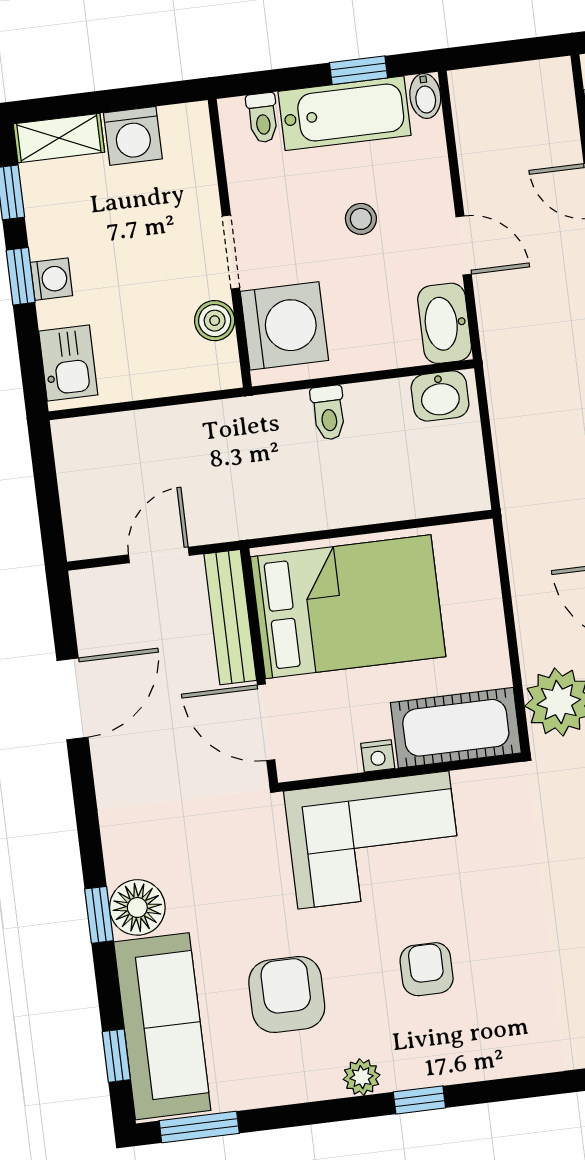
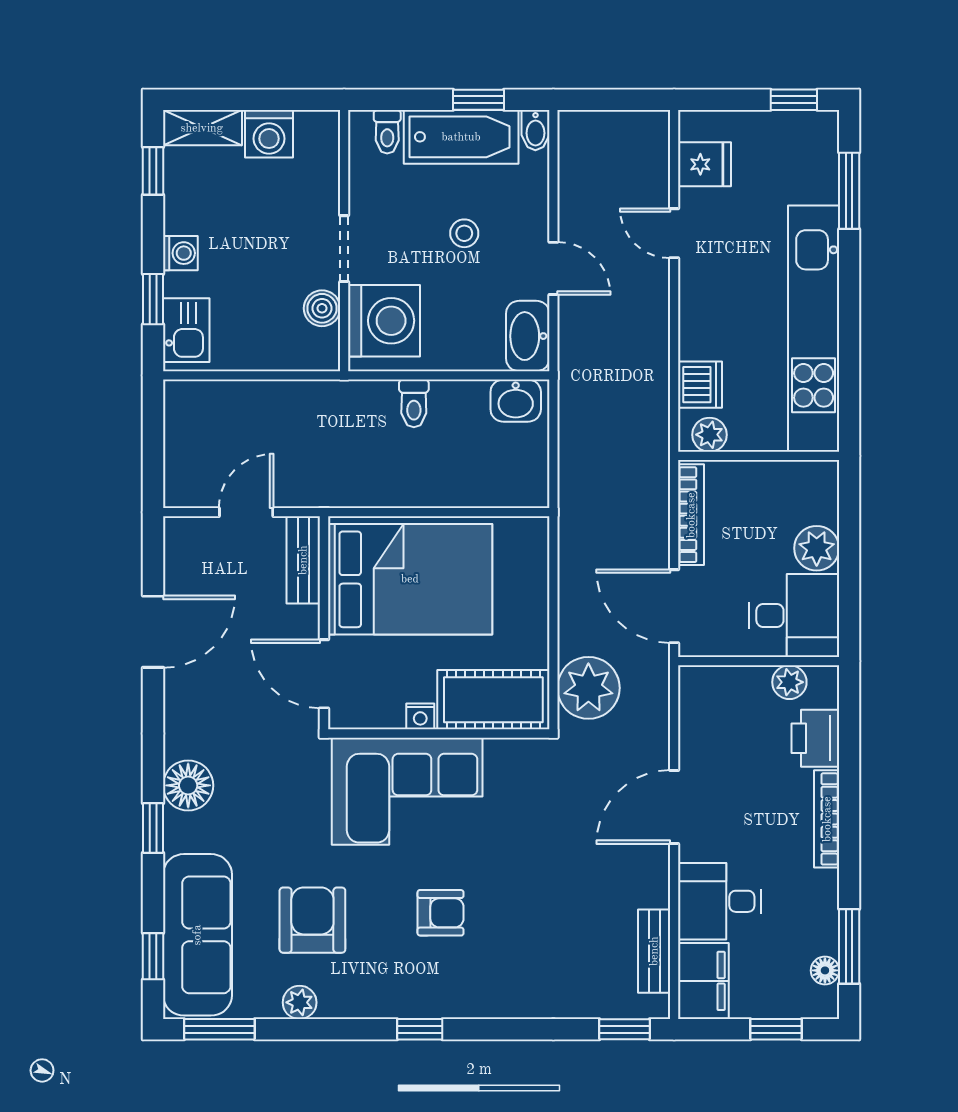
window: (21, 276) -> (153, 299), moved
bench: (230, 617) -> (303, 560), width x0.73
floor lamp: (137, 907) -> (188, 785), moved
armchair: (427, 969) -> (441, 913), turned 90
plant: (362, 1077) -> (300, 1002), moved

